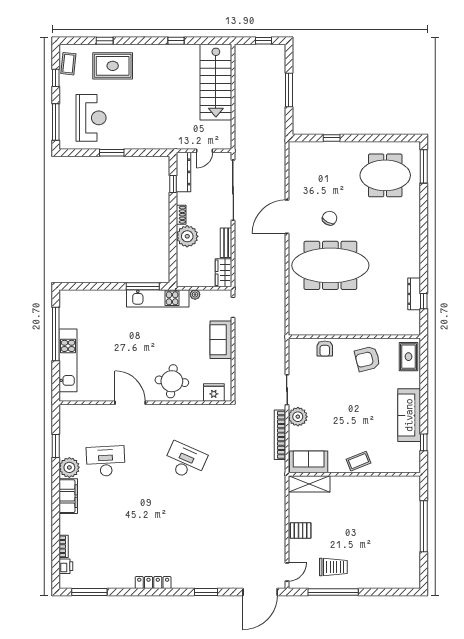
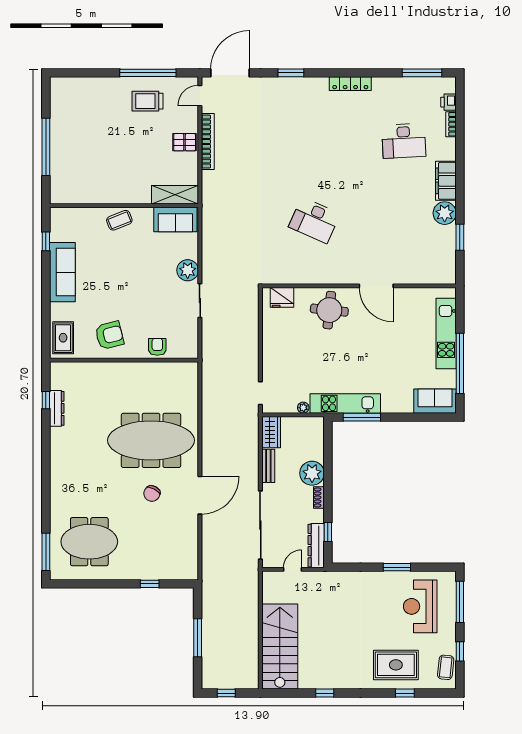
sofa: (221, 340) -> (435, 401), moved, turned -90
bookcase: (280, 435) -> (208, 142), moved
desk: (106, 461) -> (404, 141), moved

